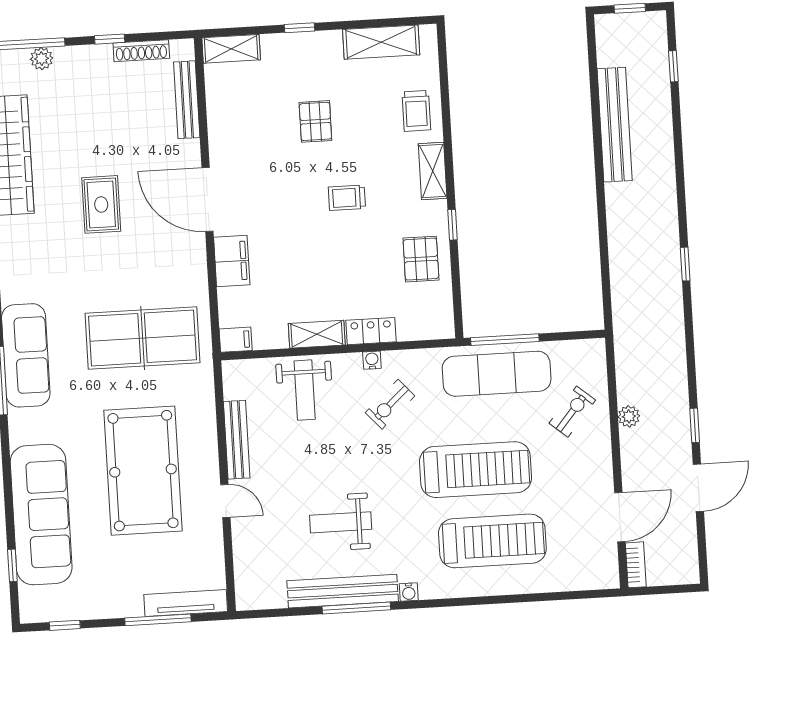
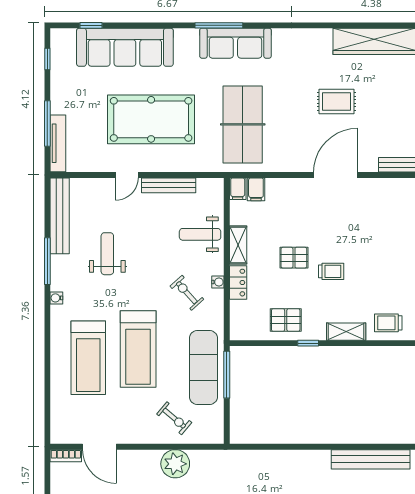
pallet: (315, 121) -> (294, 258), moved
trolley: (347, 198) -> (331, 271), turned 90
filing cabinet: (232, 261) -> (256, 189), moved, width x0.50
plant: (629, 416) -> (175, 464), width x1.87, depth x1.87
bench: (343, 591) -> (60, 216), moved

